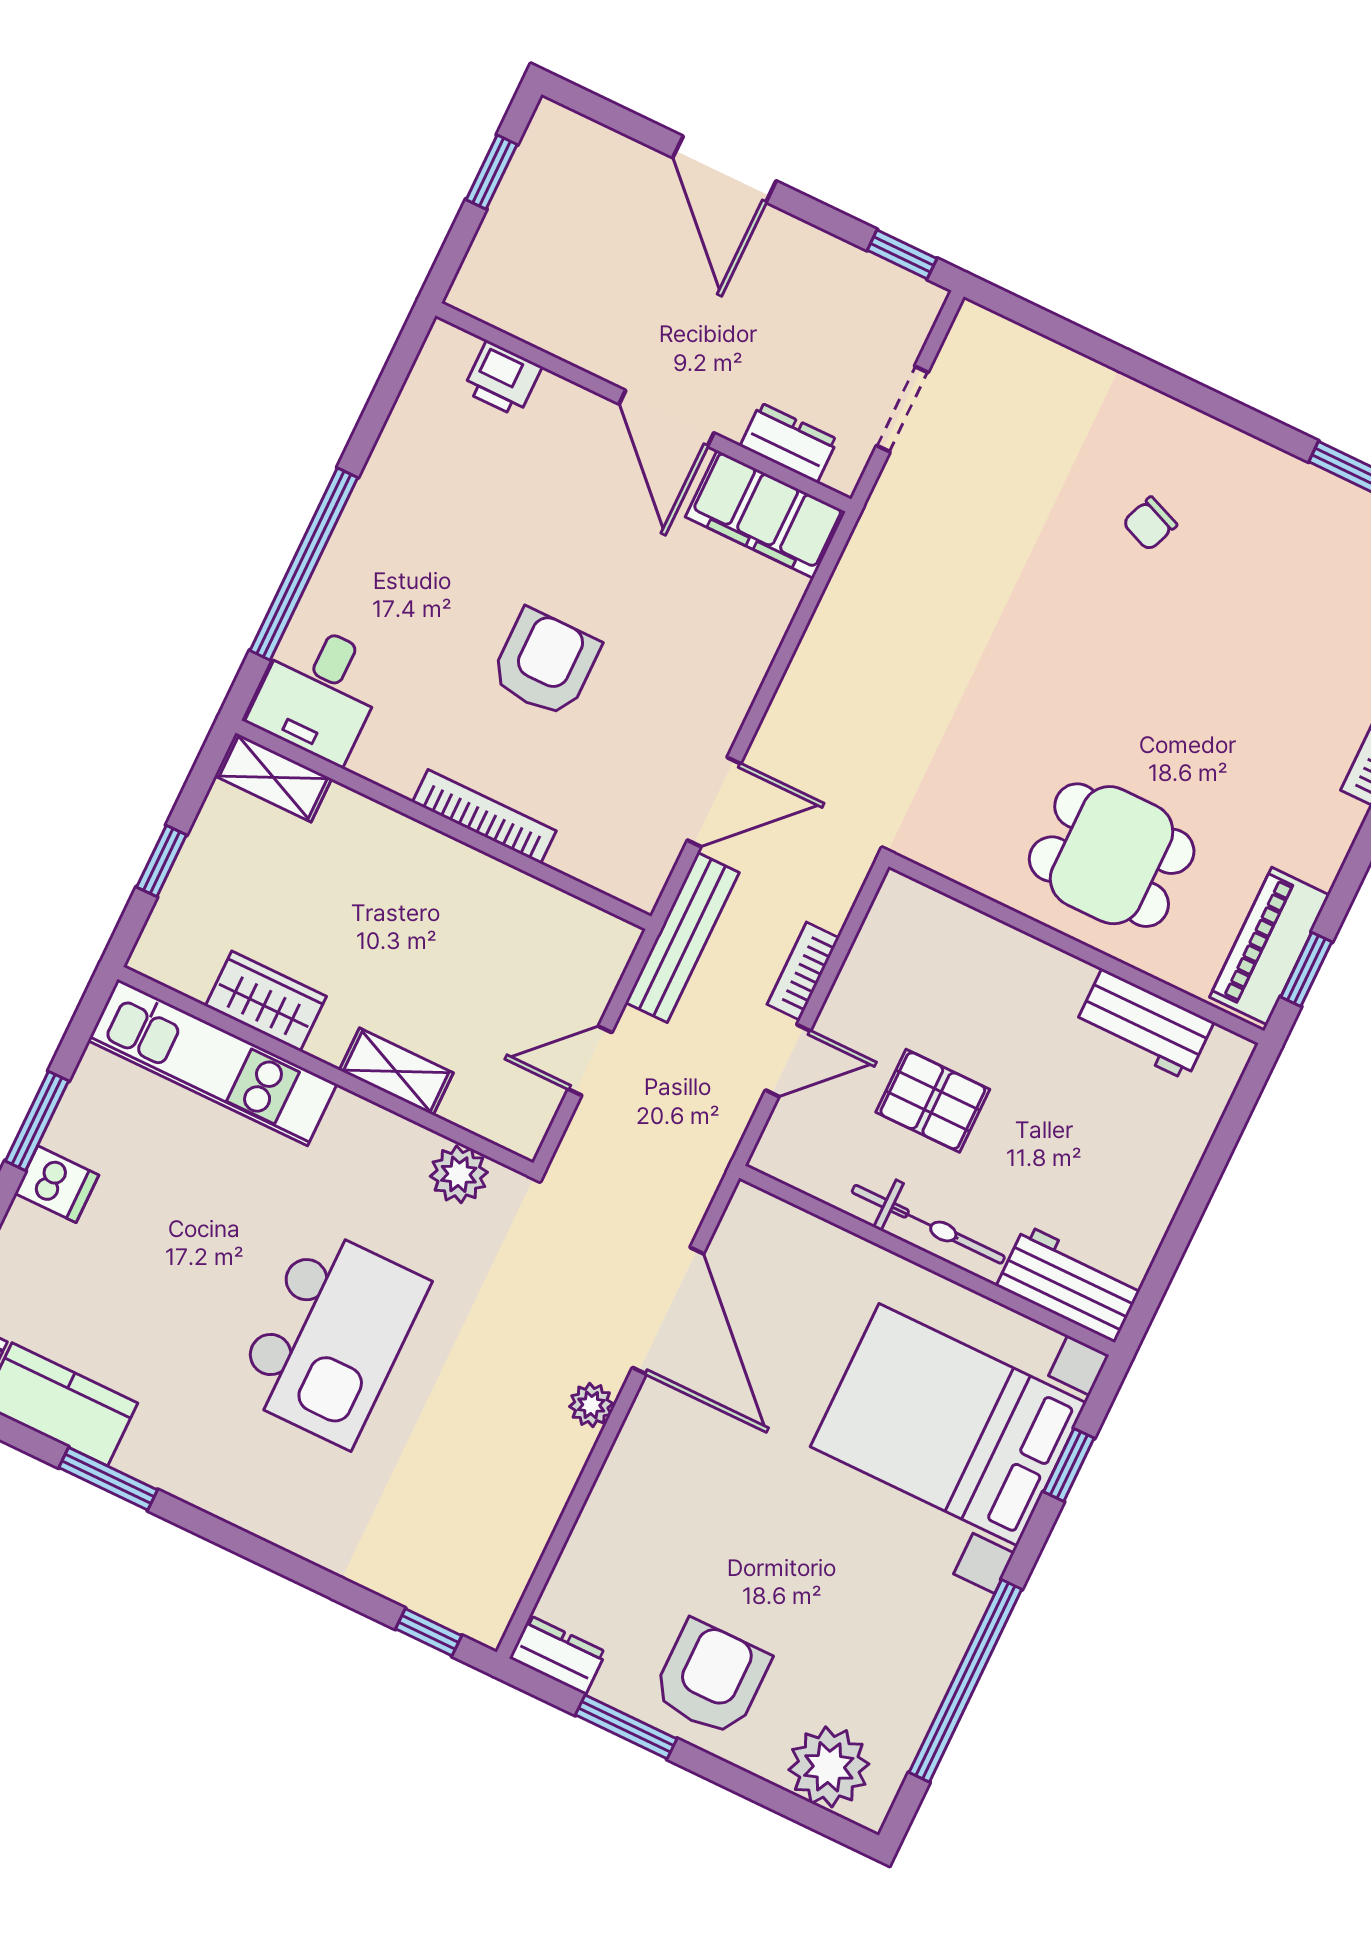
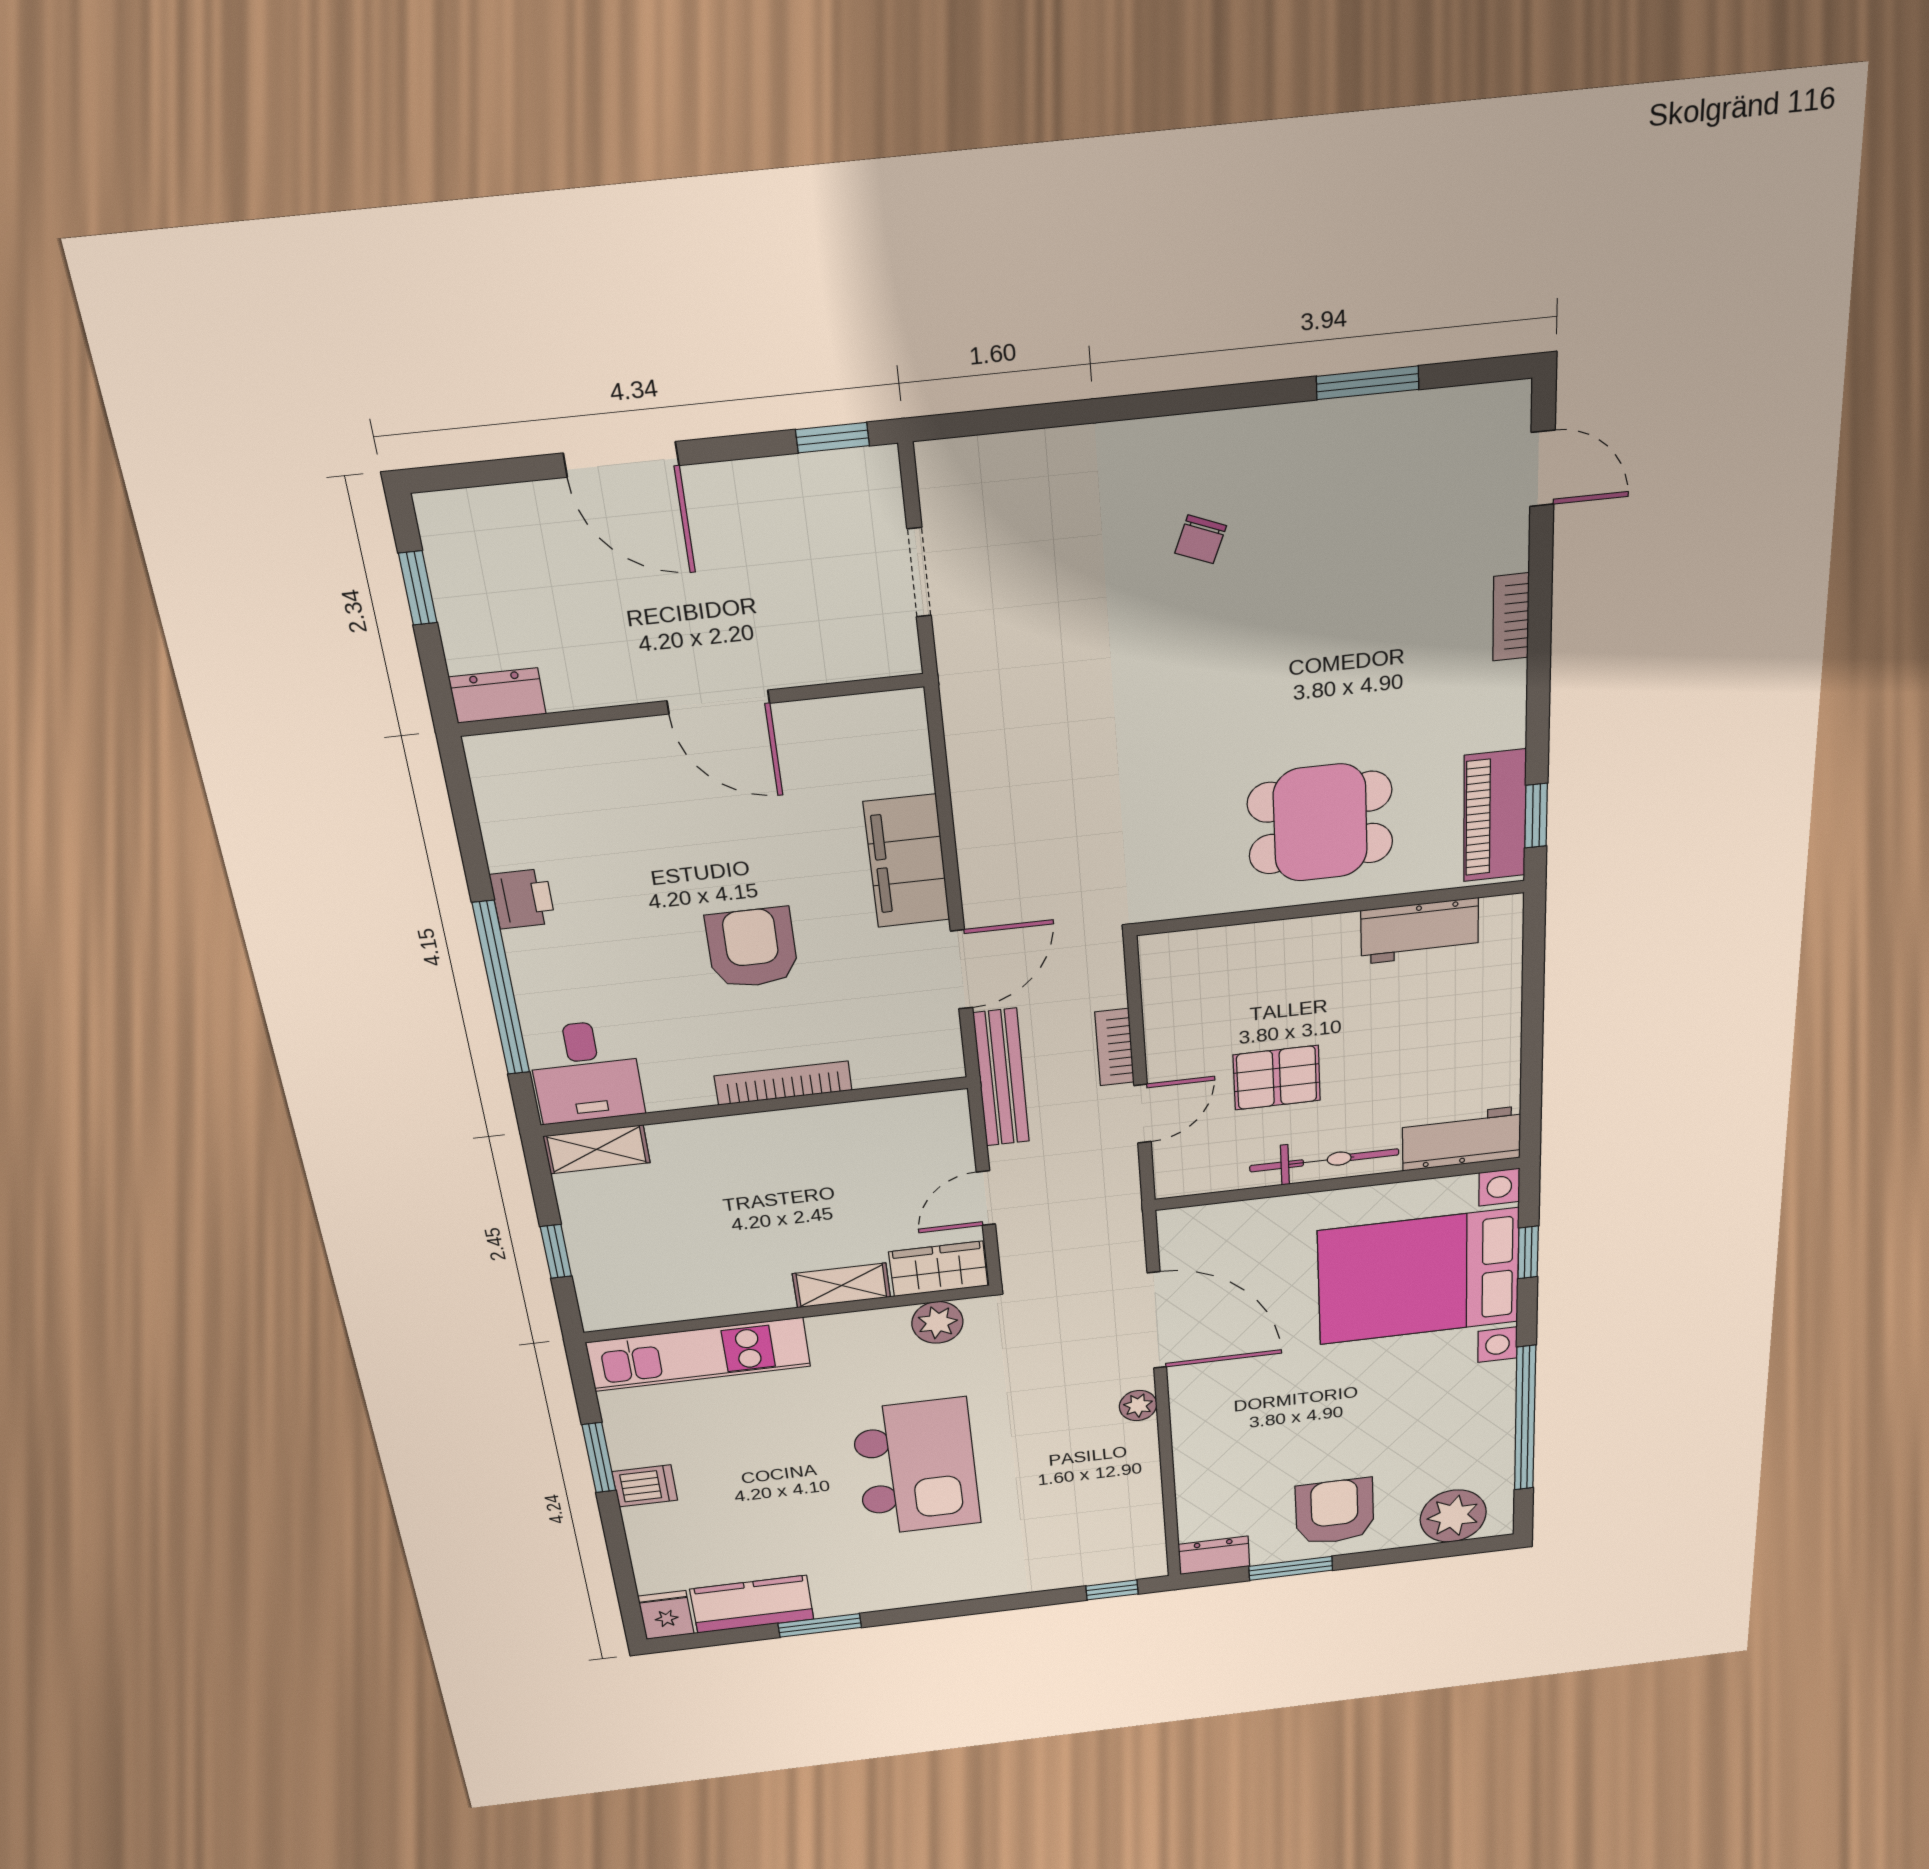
printer: (502, 379) -> (522, 899), moved, turned -90
dresser: (789, 443) -> (497, 696), moved
filing cabinet: (765, 514) -> (907, 861), moved, turned 90
wardrobe: (266, 1001) -> (938, 1269), moved

